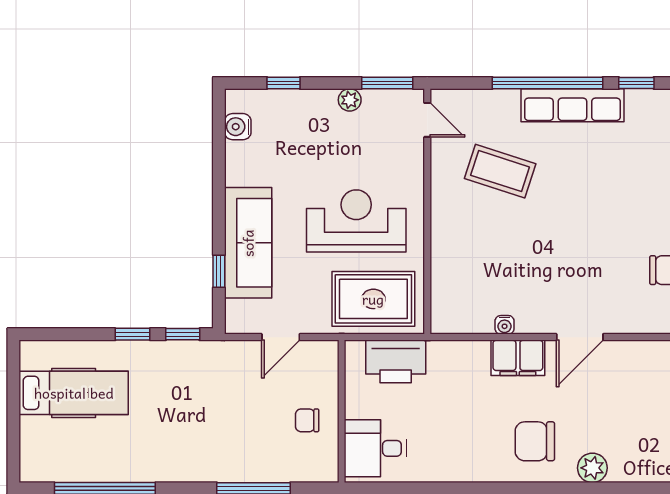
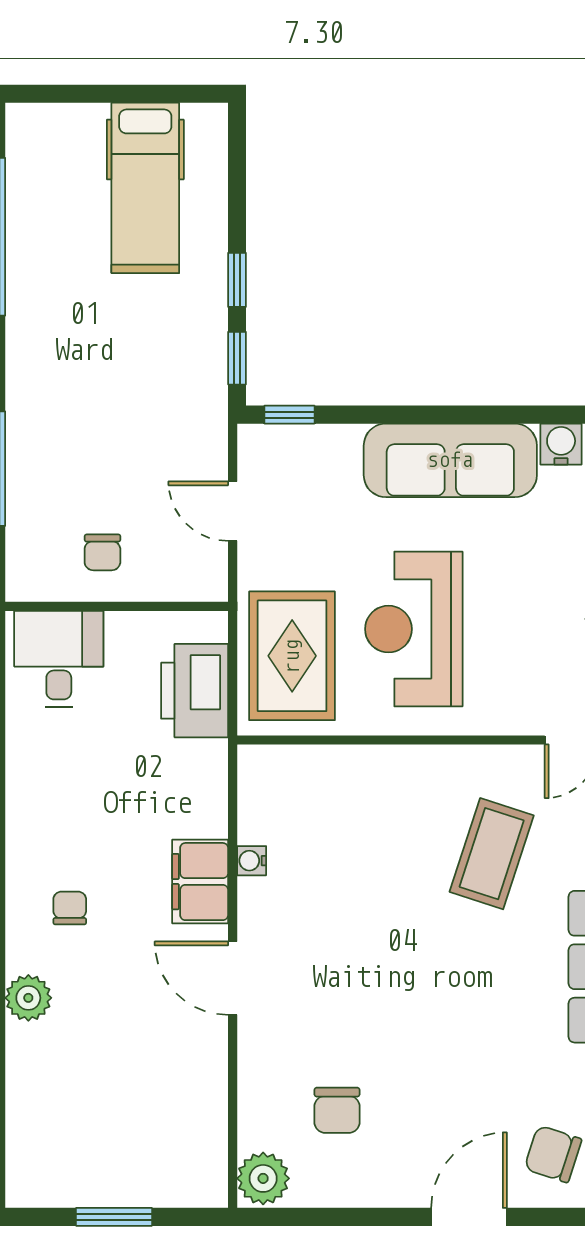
reception desk: (356, 221) -> (414, 629), turned 180
sofa: (248, 243) -> (450, 460), moved
window: (219, 271) -> (289, 415), moved
chair: (307, 420) -> (102, 552), turned 180
chair: (535, 441) -> (70, 908), width x0.54, depth x0.54

